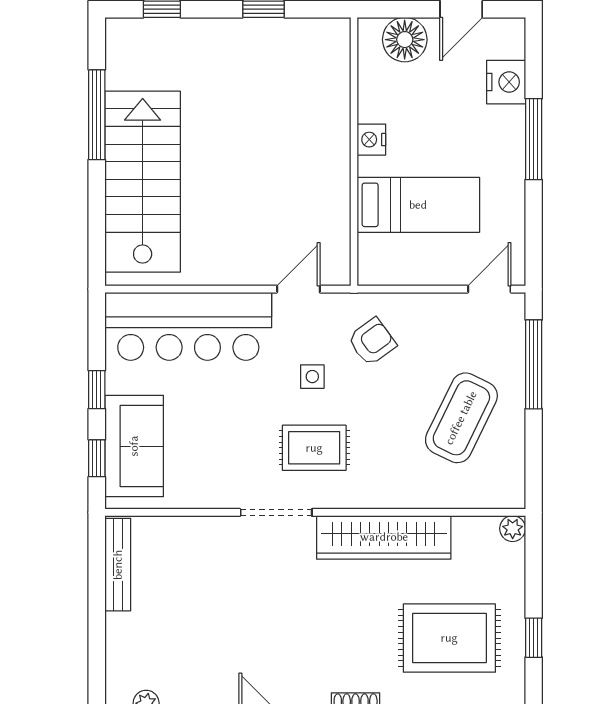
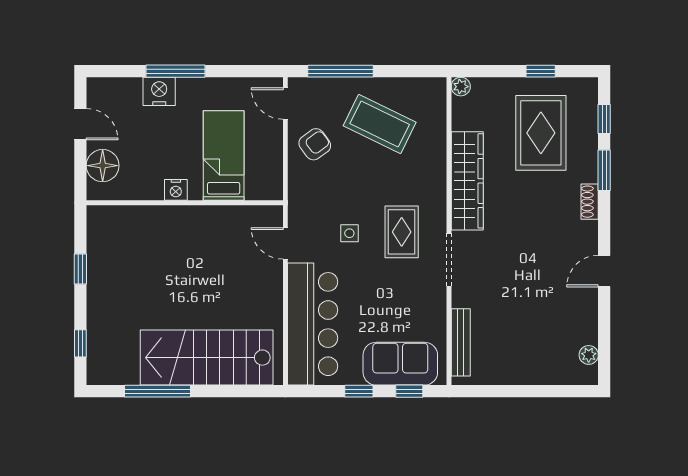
nightstand: (506, 82) -> (159, 91), moved
armchair: (372, 342) -> (315, 144), moved, turned 90
bench: (118, 565) -> (461, 342), moved, turned 90

